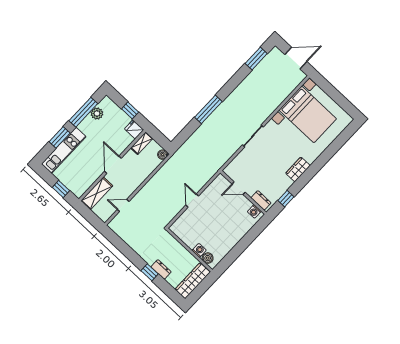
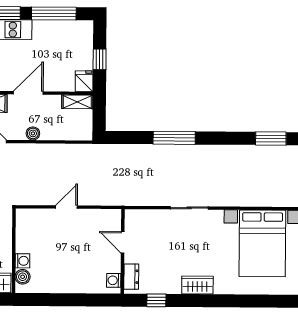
plant: (97, 114) -> (65, 29), removed
boiler: (163, 155) -> (33, 133), moved

